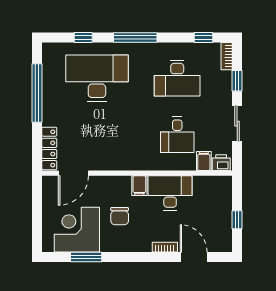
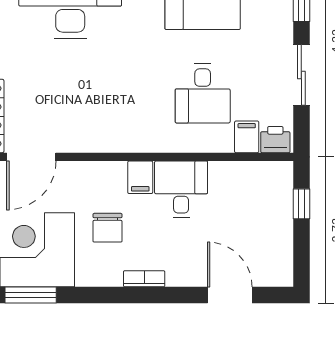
desk: (170, 193) -> (181, 189), width x0.73
window: (237, 220) -> (301, 204), moved
bookcase: (165, 247) -> (144, 279), moved
window: (86, 257) -> (31, 295), moved

